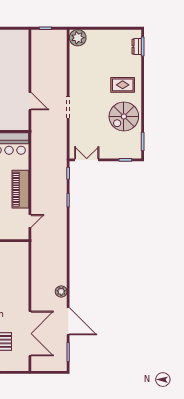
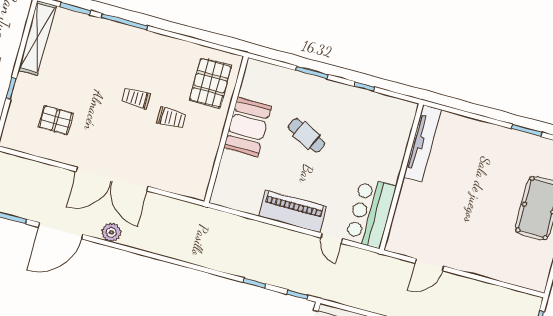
door: (30, 221) -> (332, 238), moved
double door: (30, 334) -> (112, 179), moved

